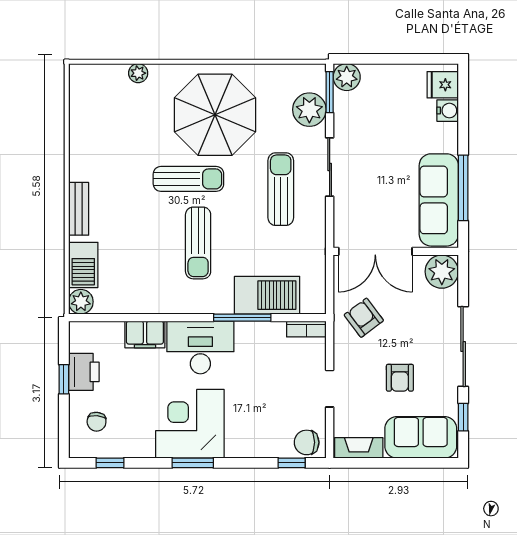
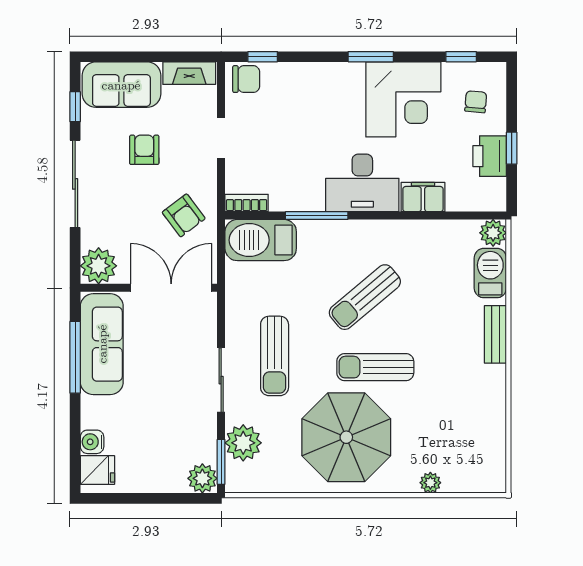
sun lounger: (198, 243) -> (365, 297), turned -130
barbecue: (267, 295) -> (261, 240), moved
corner desk: (190, 424) -> (403, 99), moved

